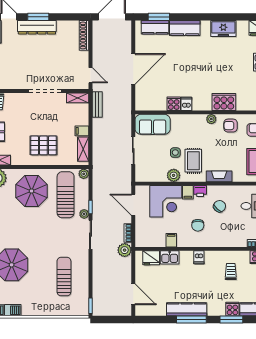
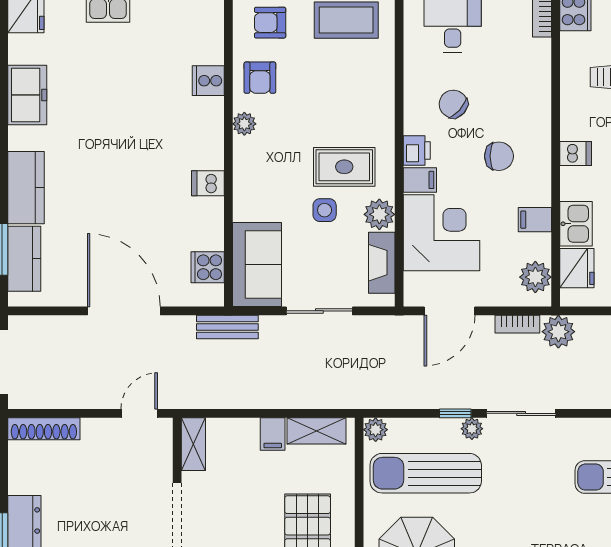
cooker: (224, 102) -> (208, 81), width x0.53, depth x0.76
bench: (97, 104) -> (227, 327), moved
cooker: (174, 104) -> (208, 267), moved
fireplace: (219, 176) -> (382, 263), moved
plant: (147, 240) -> (535, 277), added

